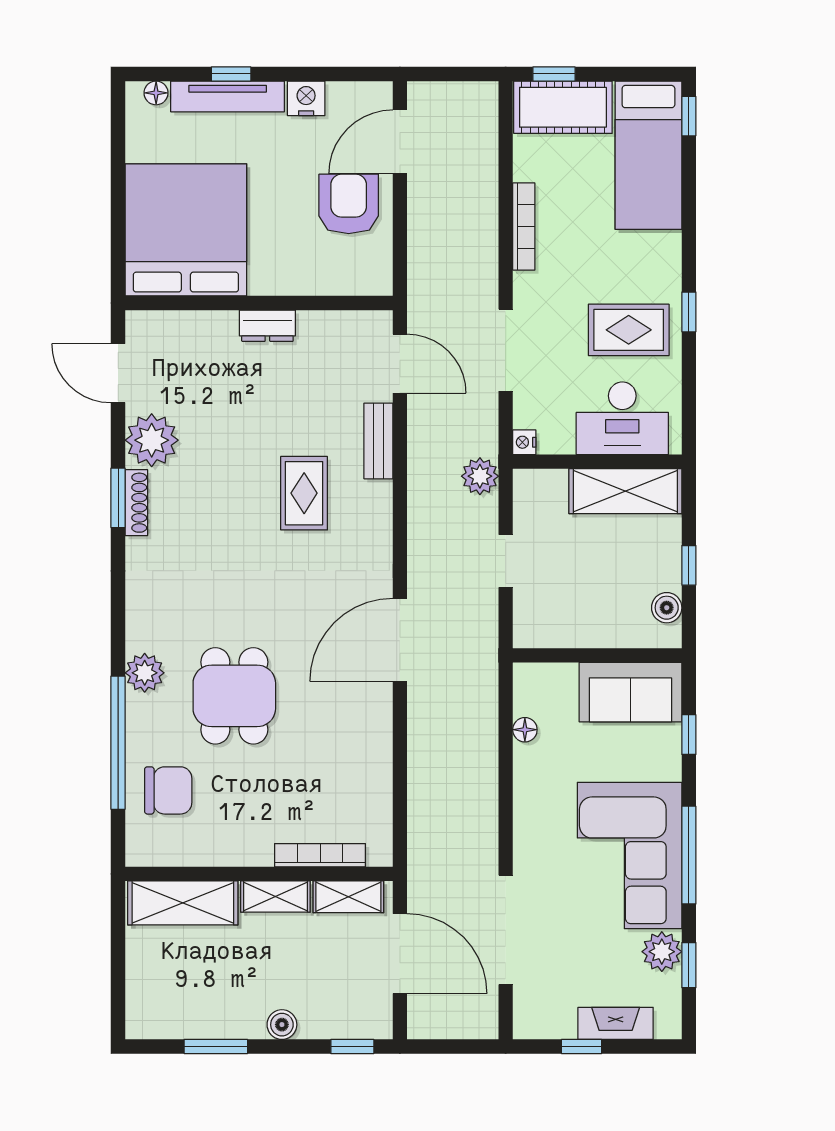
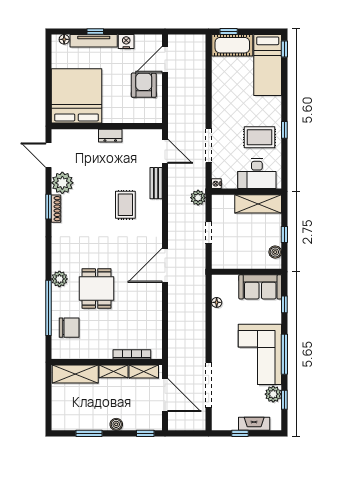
bookcase: (524, 227) -> (216, 95), removed

